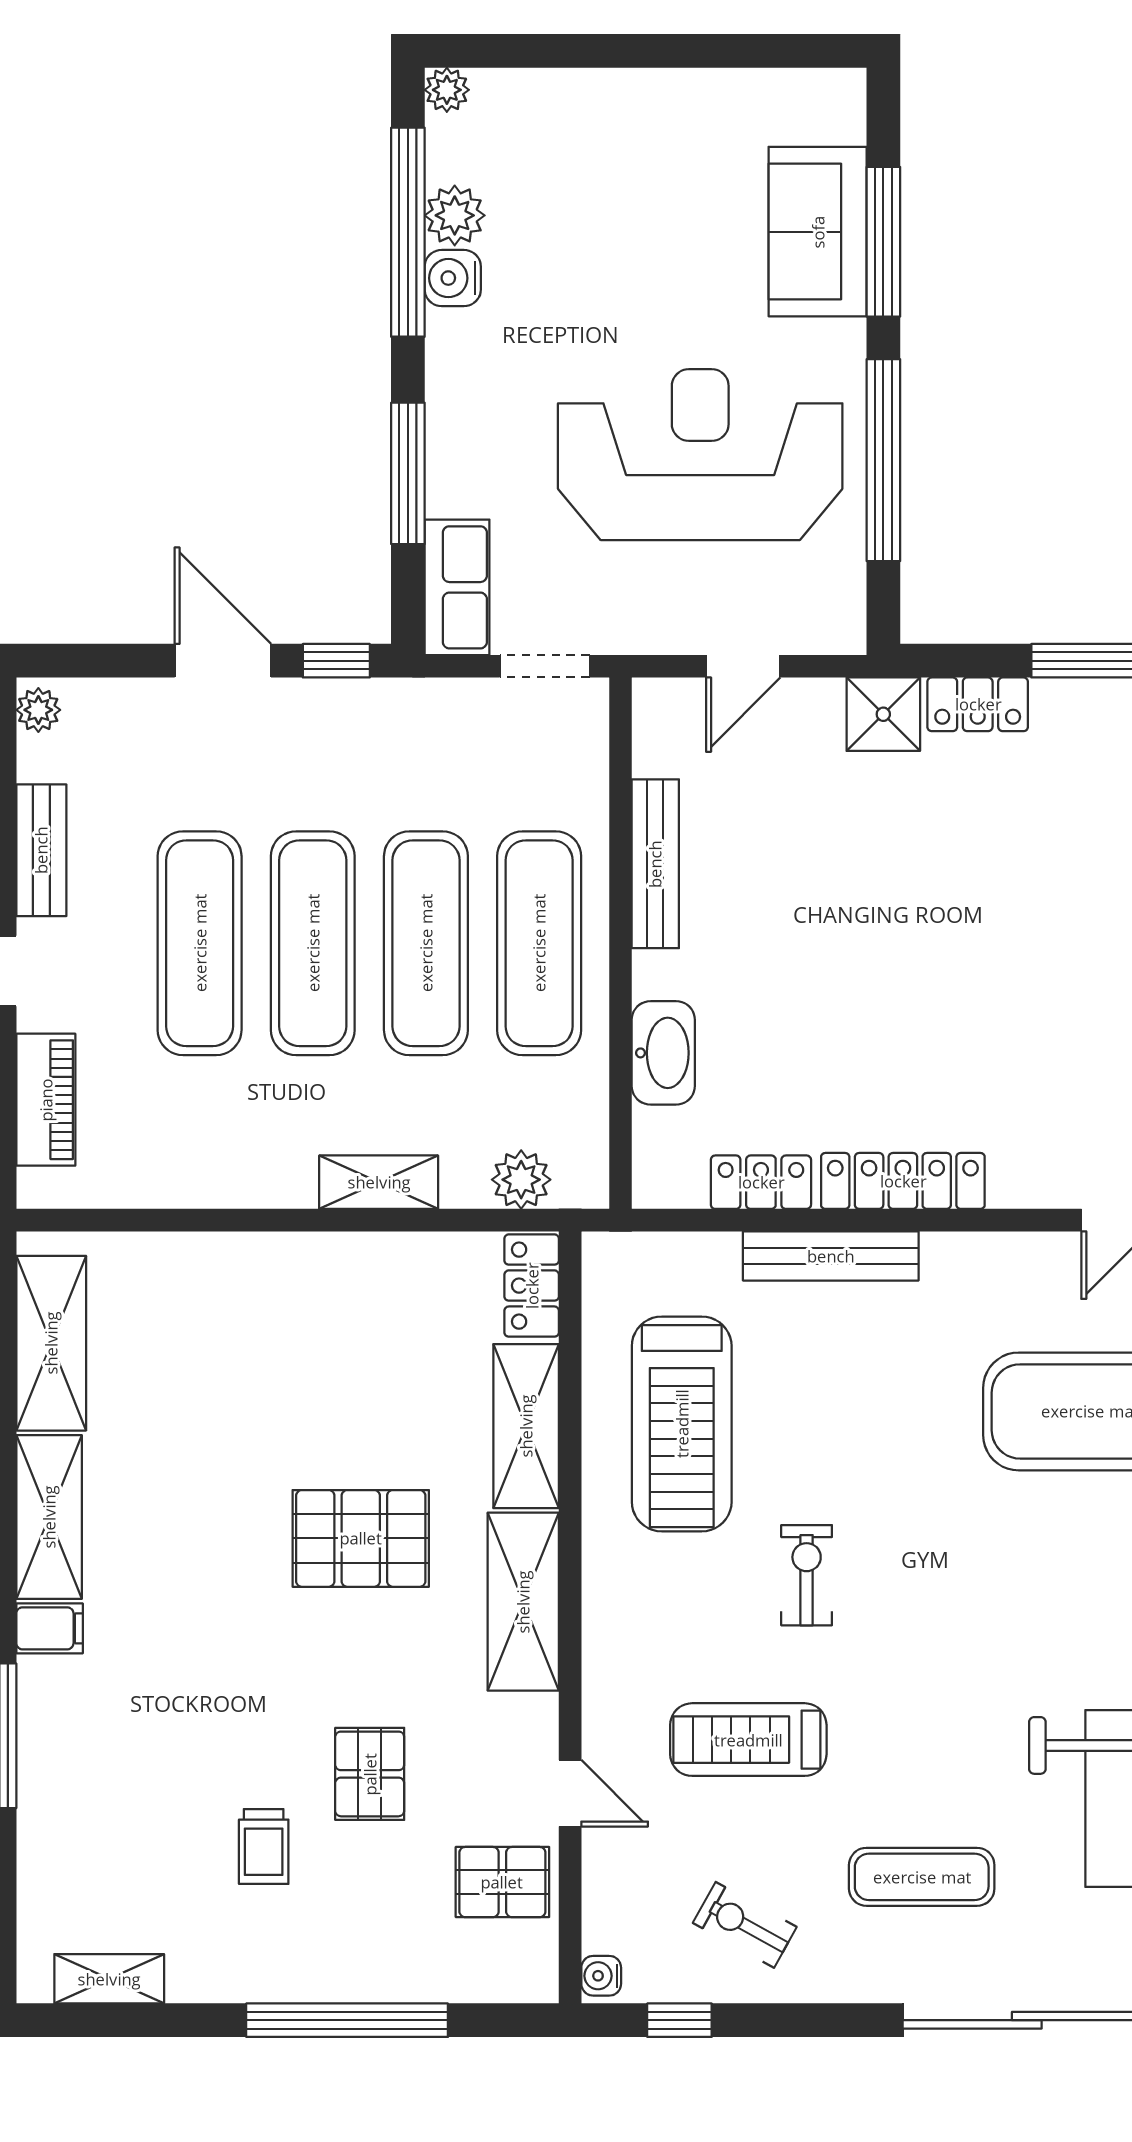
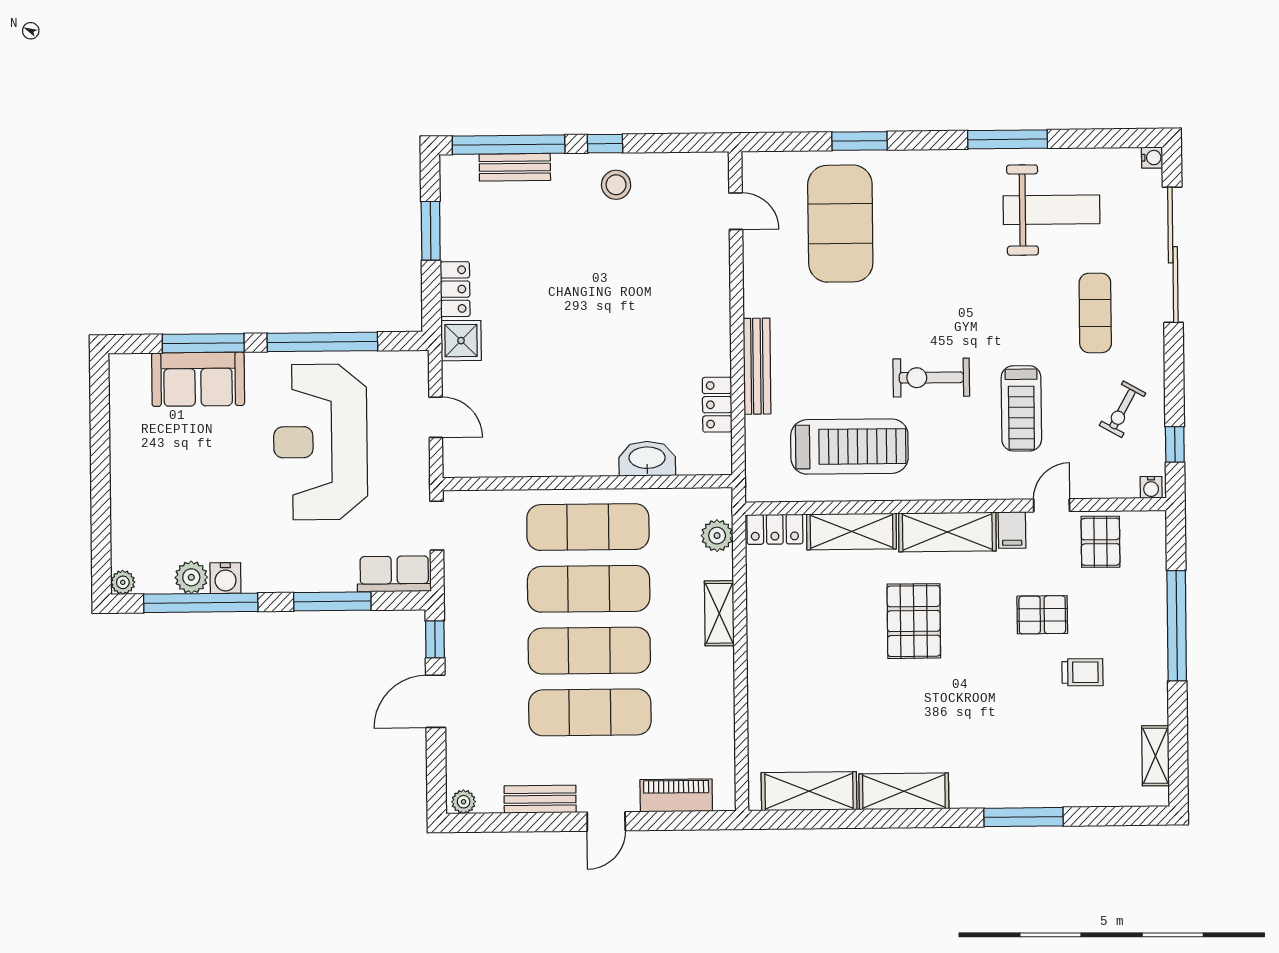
bench: (655, 864) -> (544, 464), removed
locker: (903, 1181) -> (716, 327), removed
exercise bike: (807, 1575) -> (931, 378), width x1.38, depth x1.39
filing cabinet: (50, 1628) -> (1012, 530), moved, turned 180

